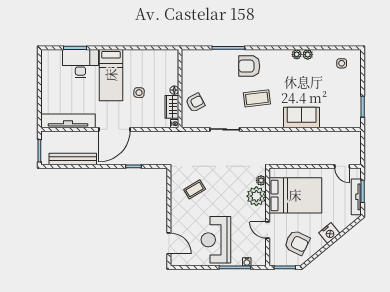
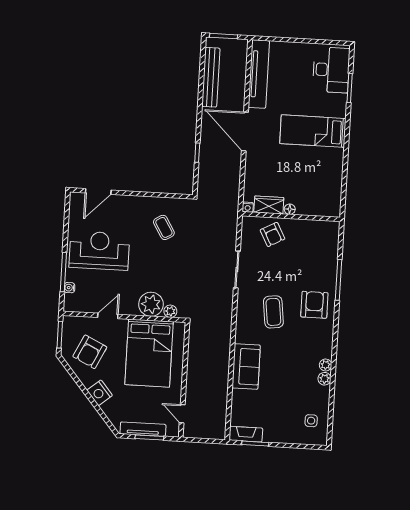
desk: (80, 63) -> (331, 70), moved
side table: (139, 93) -> (289, 165), removed
fireplace: (355, 115) -> (246, 434), added
door: (342, 166) -> (182, 414), hinge flipped

